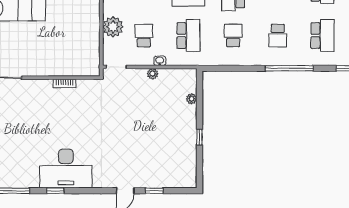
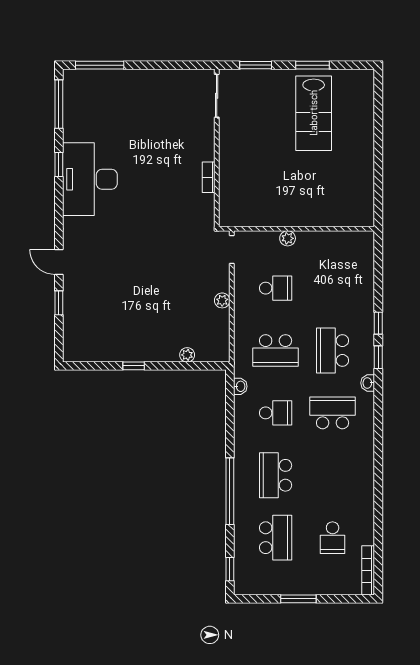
plant: (113, 27) -> (288, 238), width x0.53, depth x0.53
school desk: (278, 36) -> (276, 475), width x1.85
school desk: (322, 36) -> (276, 538), turned -90
washbasin: (160, 61) -> (240, 386), moved

